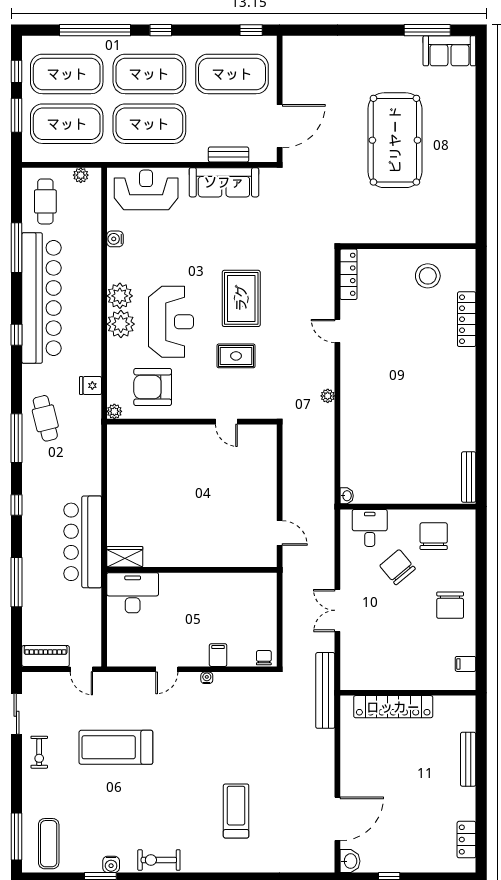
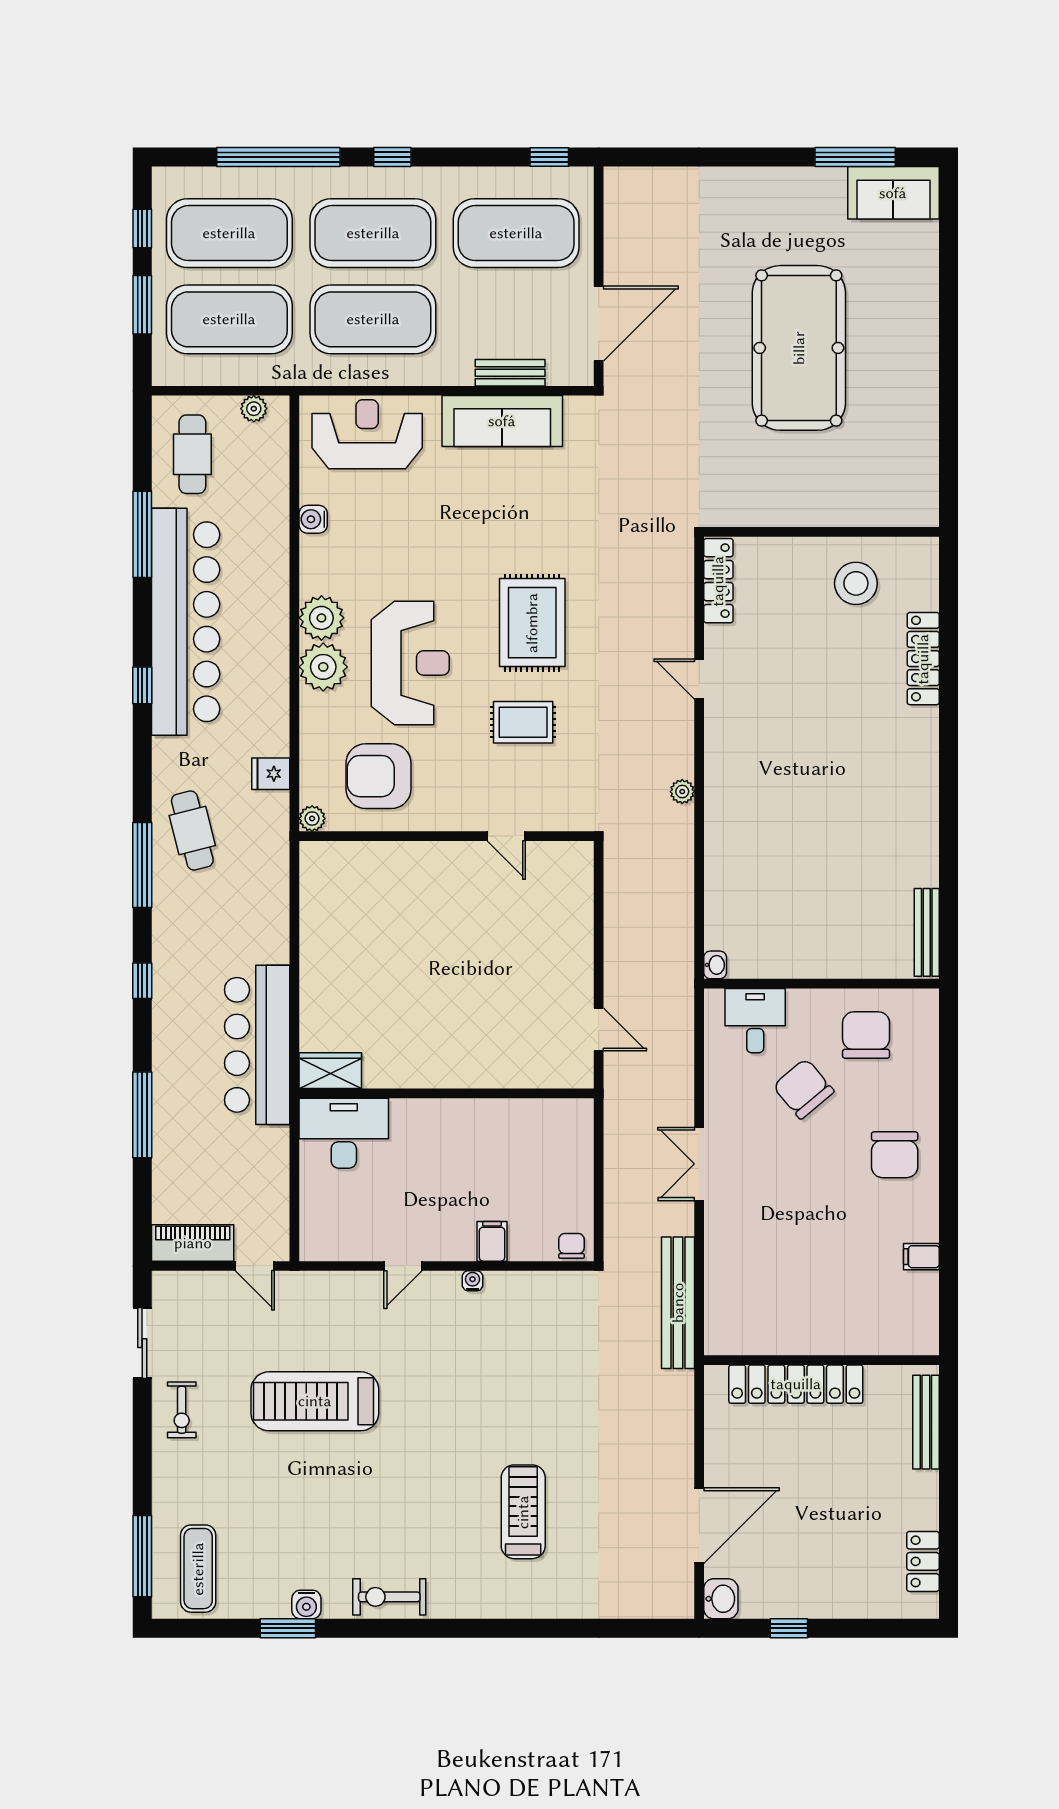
wall: (408, 693) -> (821, 1360), moved
locker: (393, 707) -> (796, 1384), moved

